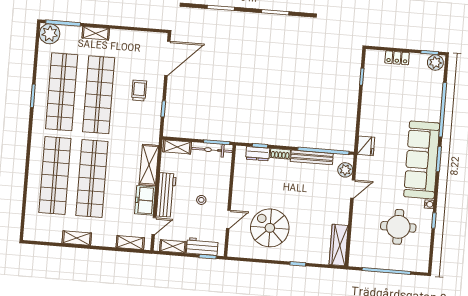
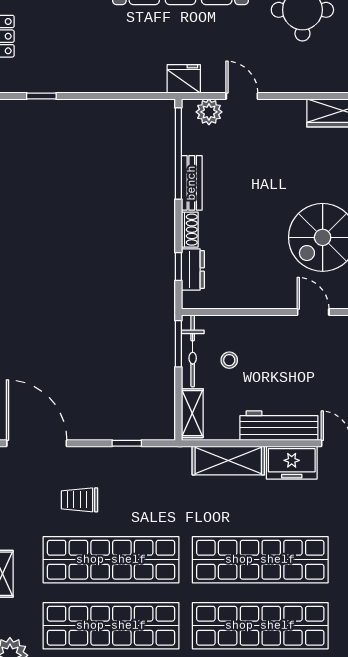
trolley: (139, 91) -> (80, 500), moved
fridge: (366, 146) -> (184, 79), moved
bench: (312, 157) -> (192, 183), width x0.73
stool: (201, 200) -> (229, 360), moved

